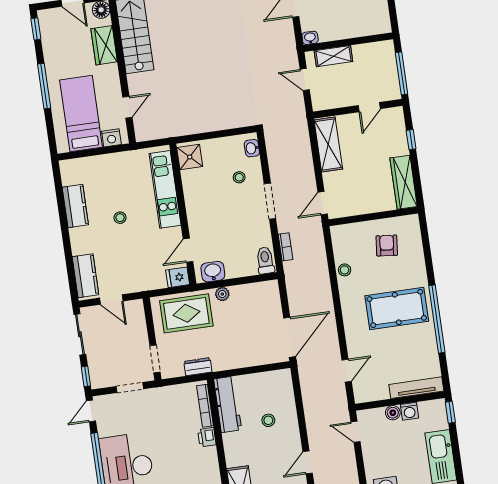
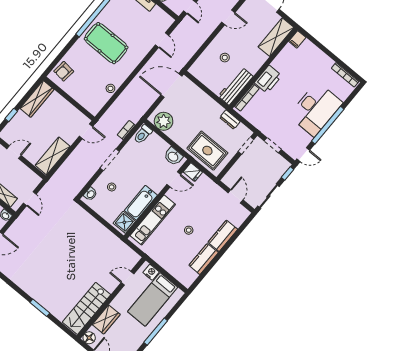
bathtub: (195, 193) -> (141, 203), added
armchair: (387, 246) -> (64, 71), moved
kitchen counter: (85, 276) -> (223, 236), moved
plant: (222, 294) -> (164, 121), moved, width x1.87, depth x1.87
door: (347, 371) -> (162, 40), swing flipped
printer: (207, 437) -> (268, 79), width x1.87, depth x1.48

